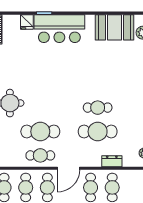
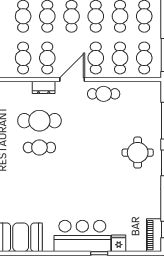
cafe table: (40, 132) -> (104, 121), removed
dresser: (112, 161) -> (44, 87), moved

